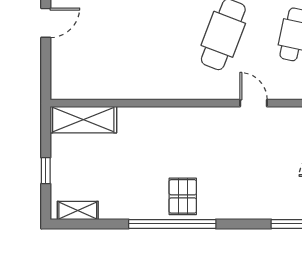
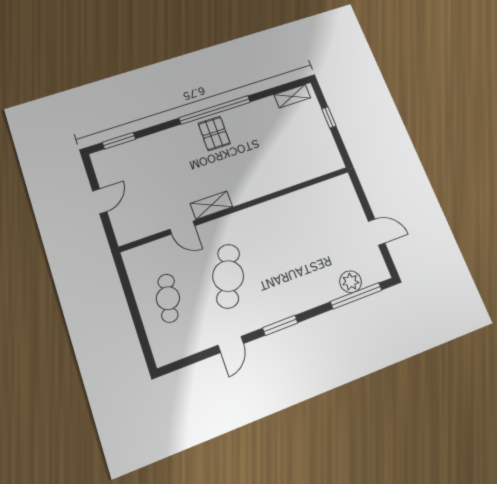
door: (46, 23) -> (377, 232), swing flipped
shelving: (83, 120) -> (211, 205), moved, width x0.67, depth x0.75

